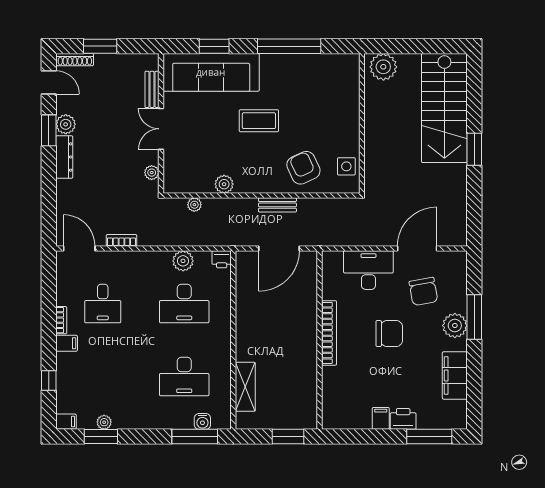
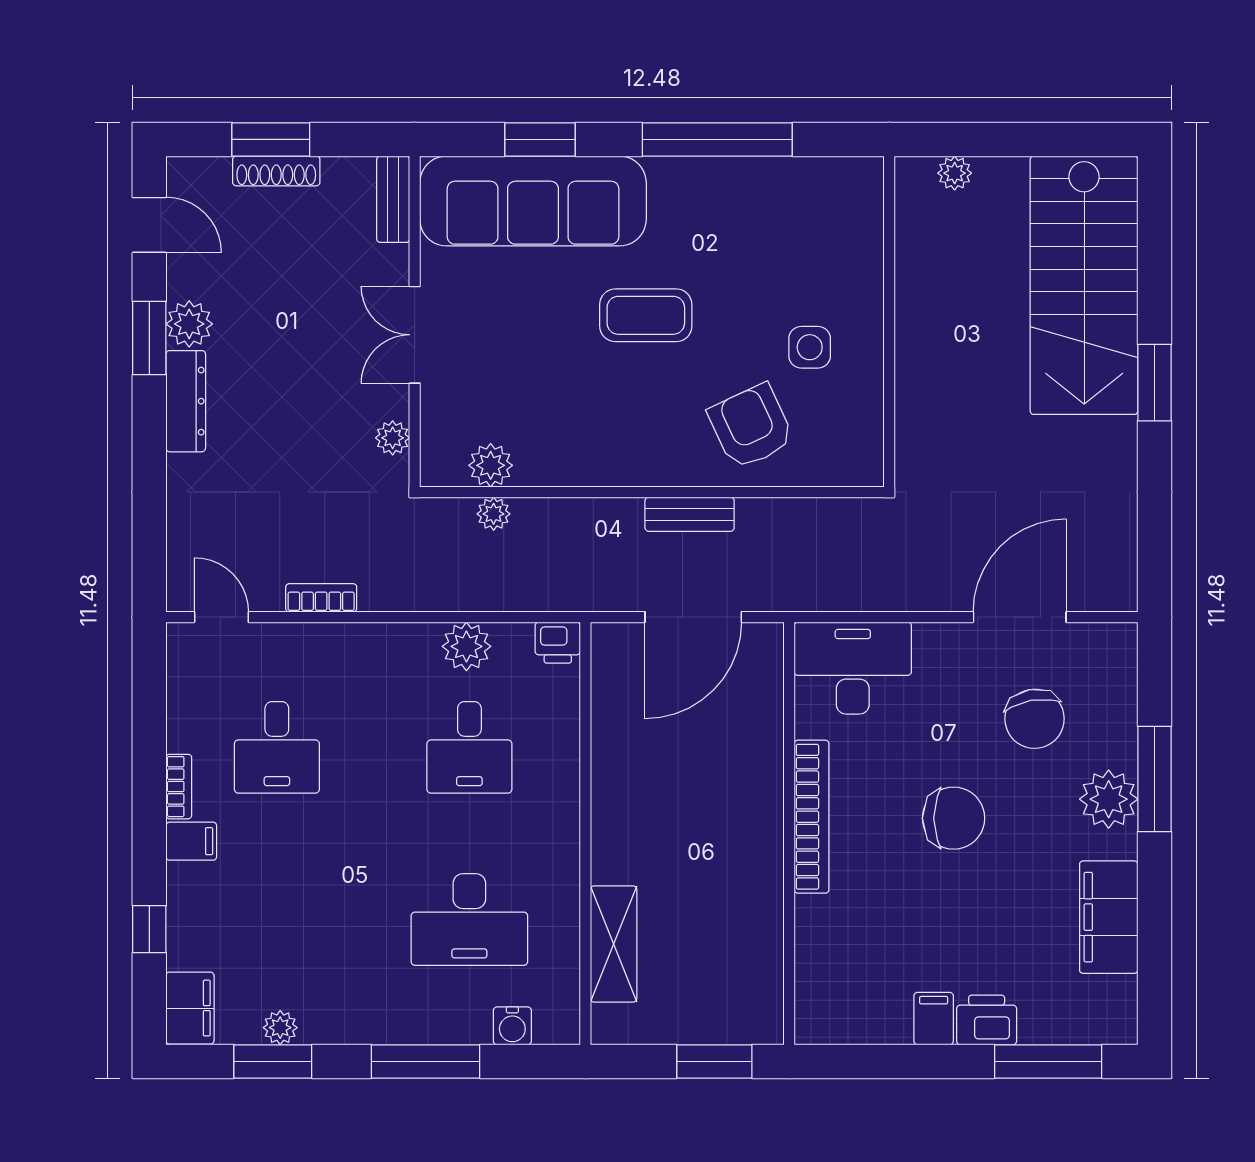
shoe rack: (75, 60) -> (276, 171), moved
plant: (383, 67) -> (955, 173), width x0.53, depth x0.53
bench: (152, 89) -> (393, 199), moved
side table: (346, 166) -> (810, 347), moved
plant: (224, 184) -> (491, 465), moved
door: (79, 248) -> (221, 617), width x0.73
desk: (368, 270) -> (853, 668), moved
desk: (184, 304) -> (469, 747), width x0.73
filing cabinet: (66, 422) -> (190, 1008), width x2.00
window: (195, 437) -> (425, 1061), moved

